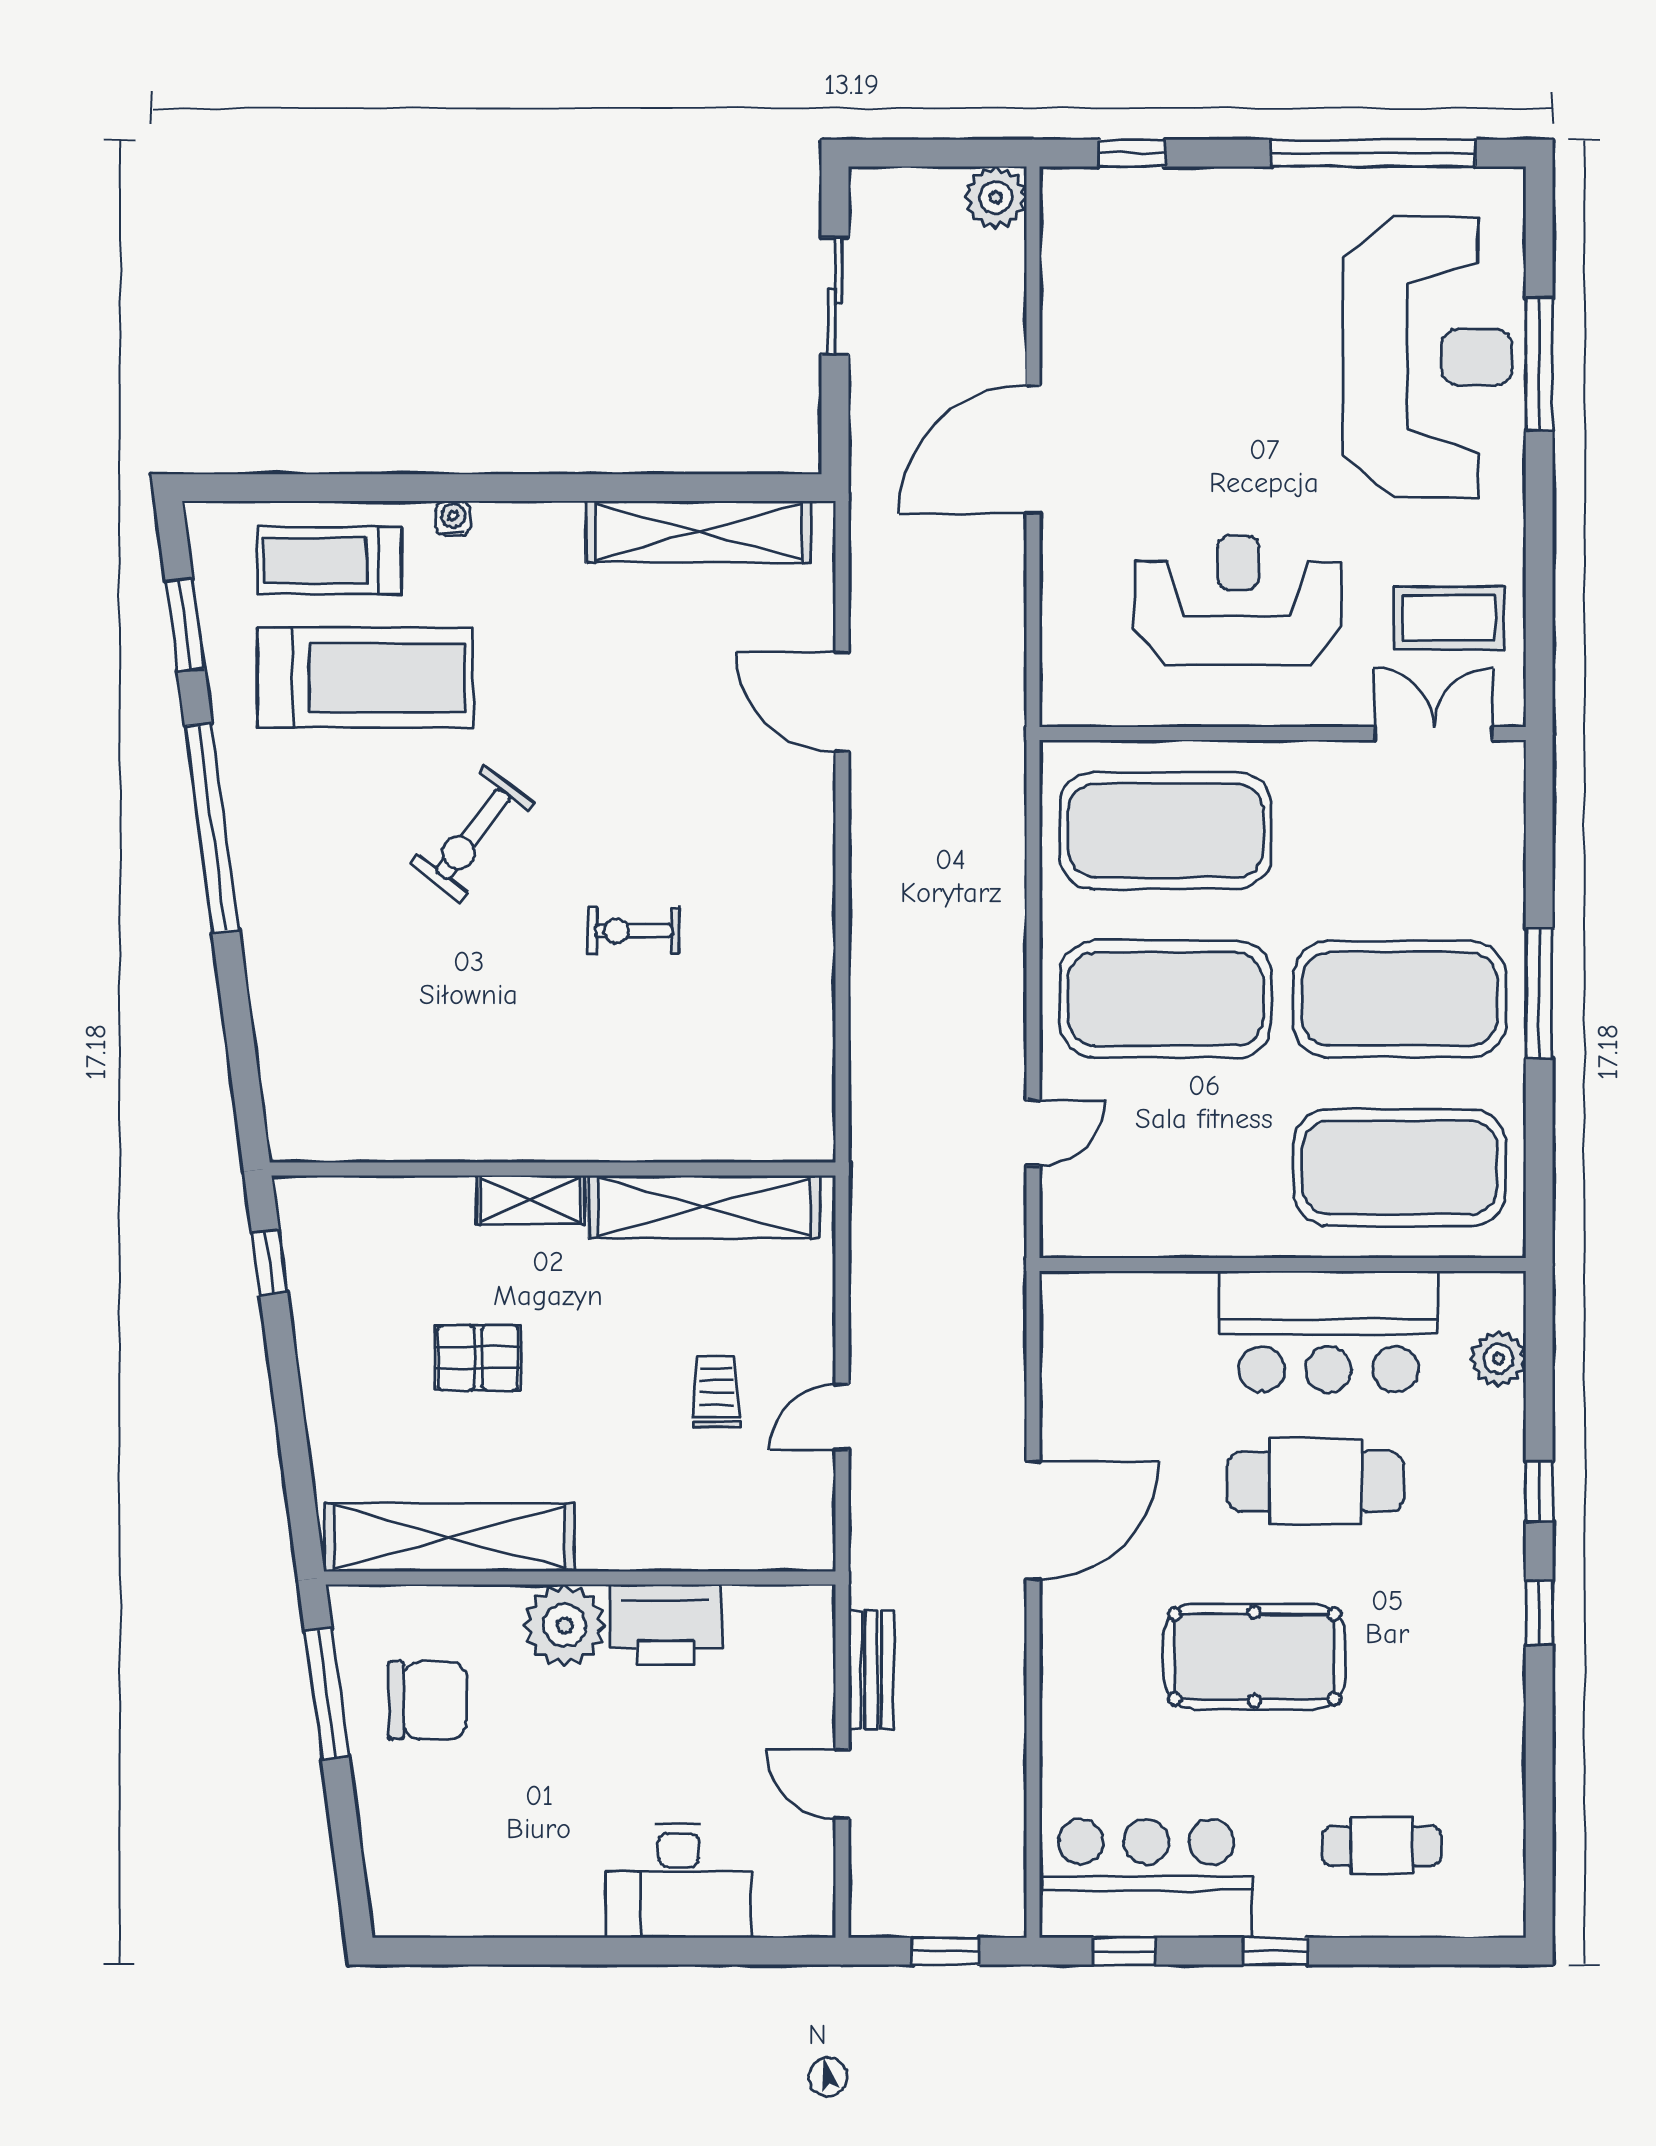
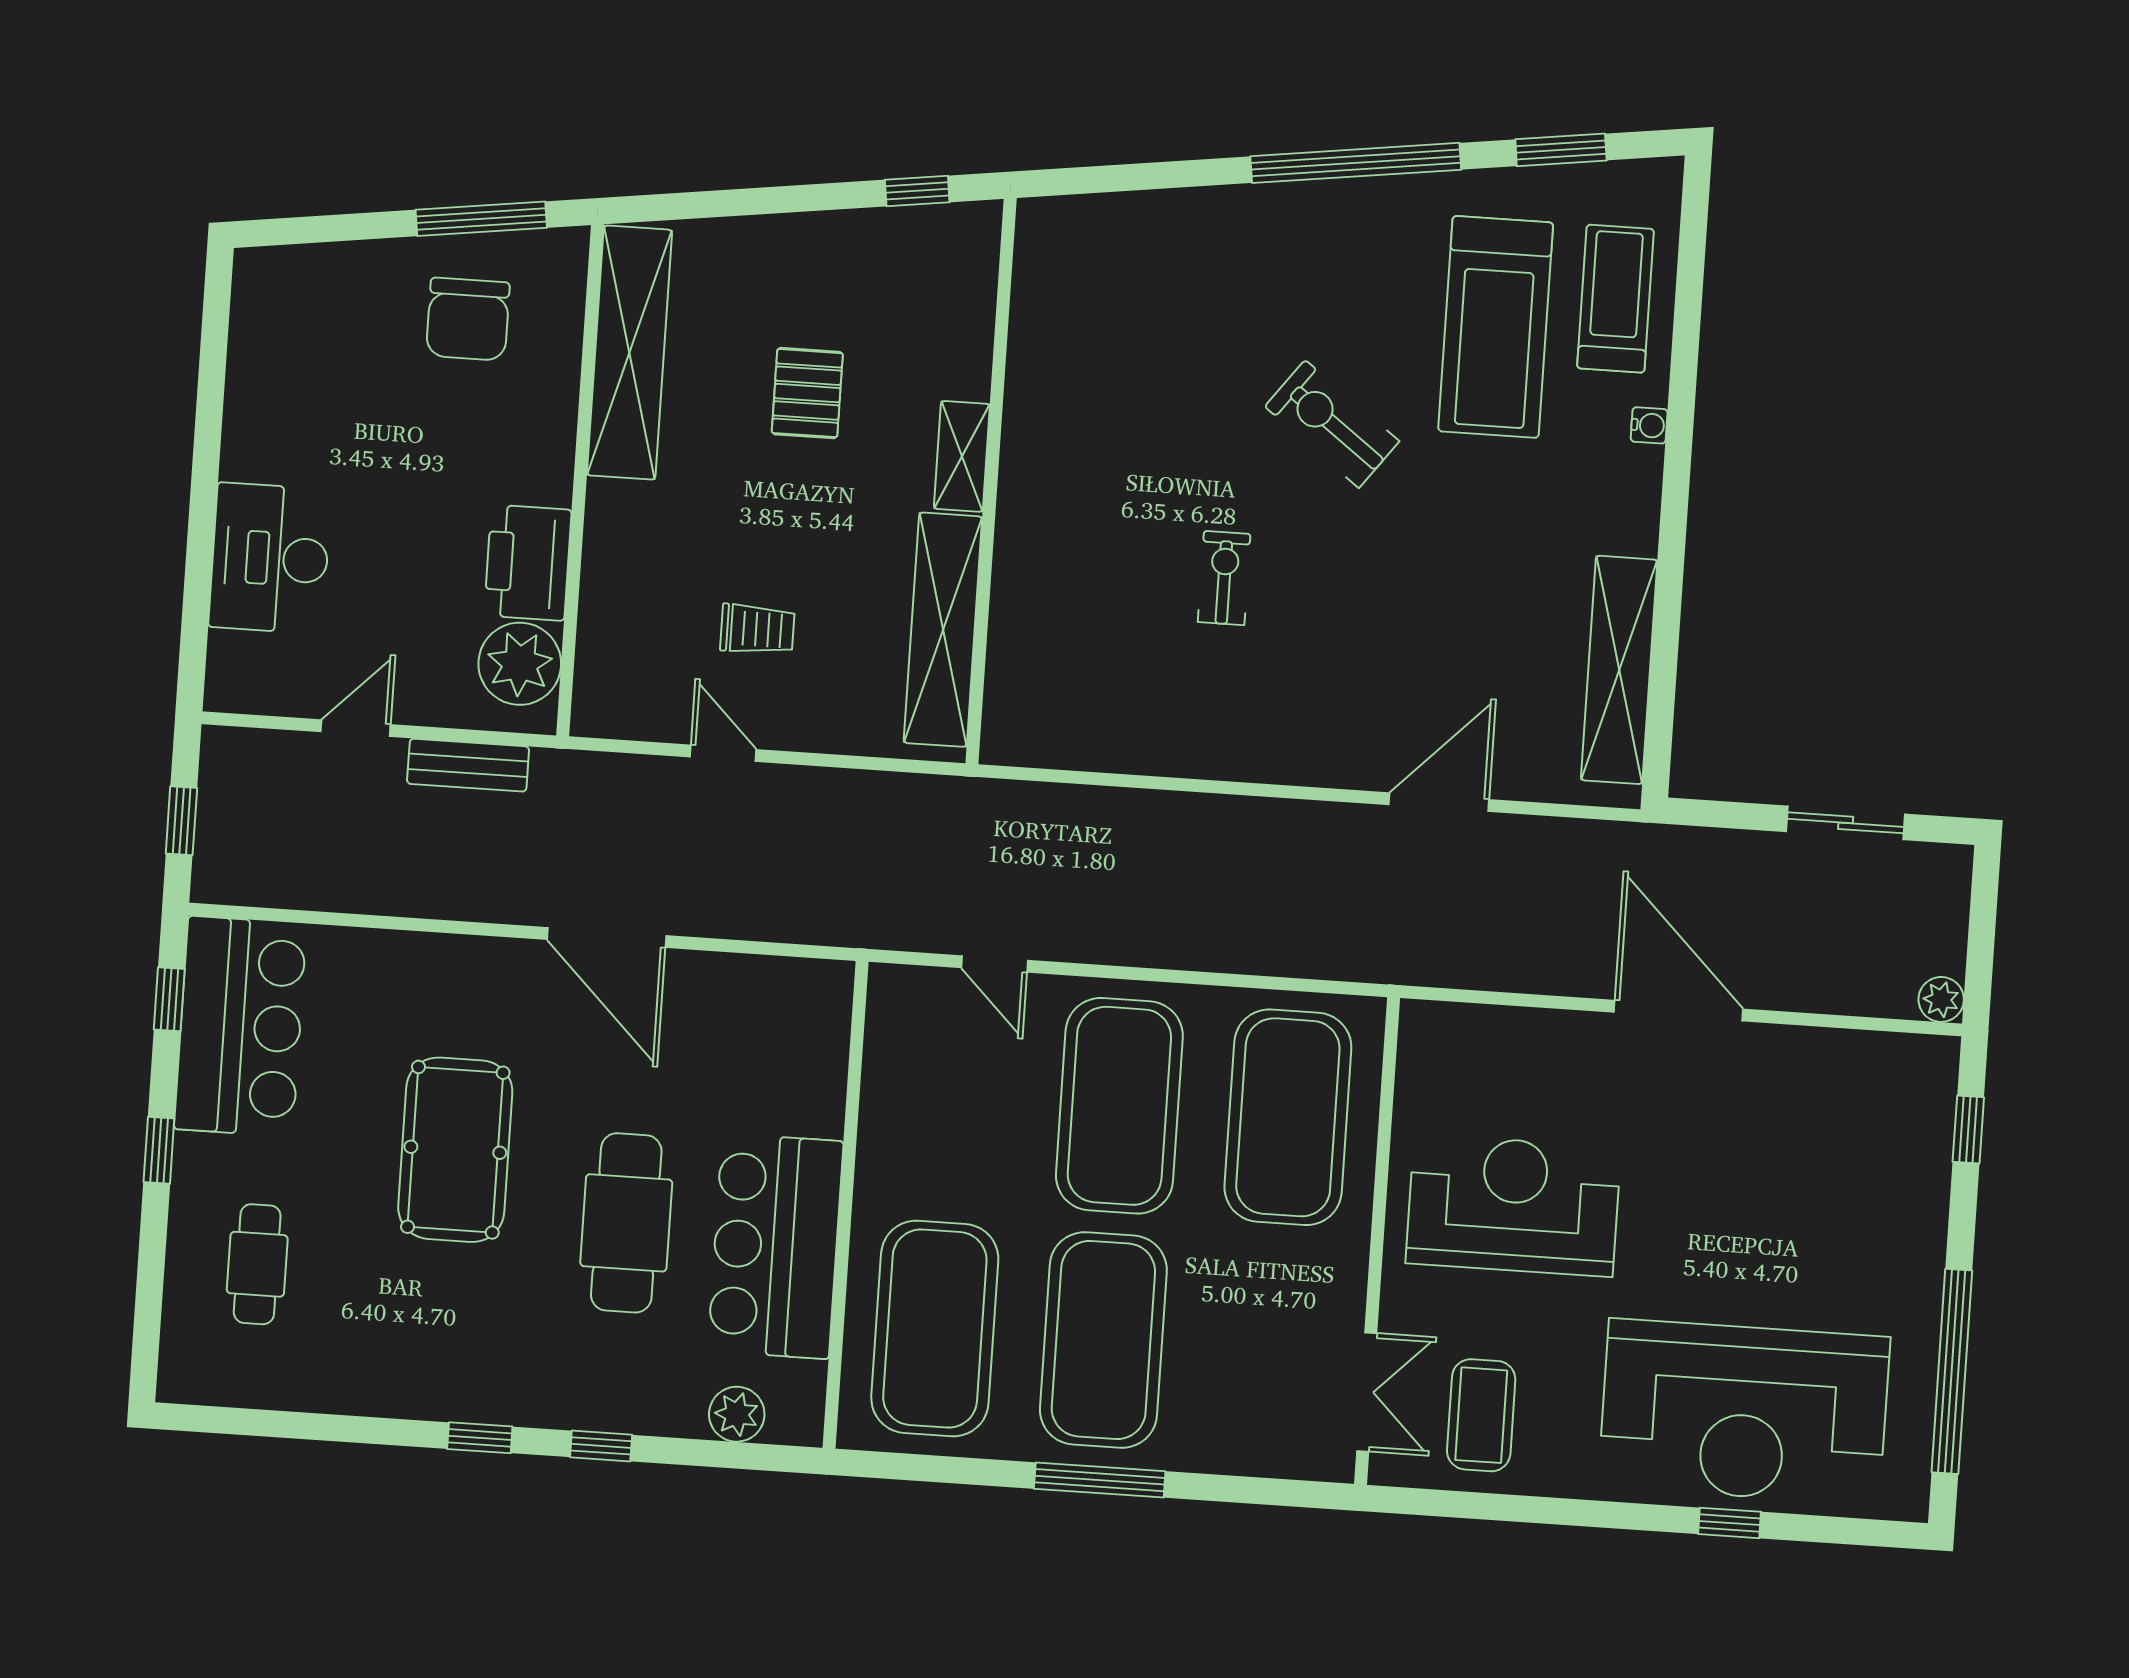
plant: (996, 197) -> (1941, 999), width x0.73, depth x0.73
window: (1539, 364) -> (1730, 1523), width x0.46
reception desk: (1238, 600) -> (1513, 1205), turned -90
plant: (565, 1625) -> (520, 664), moved

